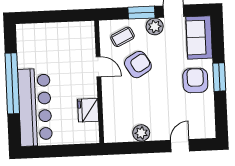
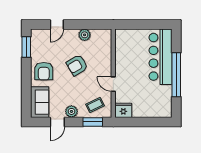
window: (141, 13) -> (93, 122), moved
armchair: (138, 65) -> (77, 65), moved
window: (219, 77) -> (26, 47), moved
fridge: (88, 110) -> (123, 110), moved, turned -90

